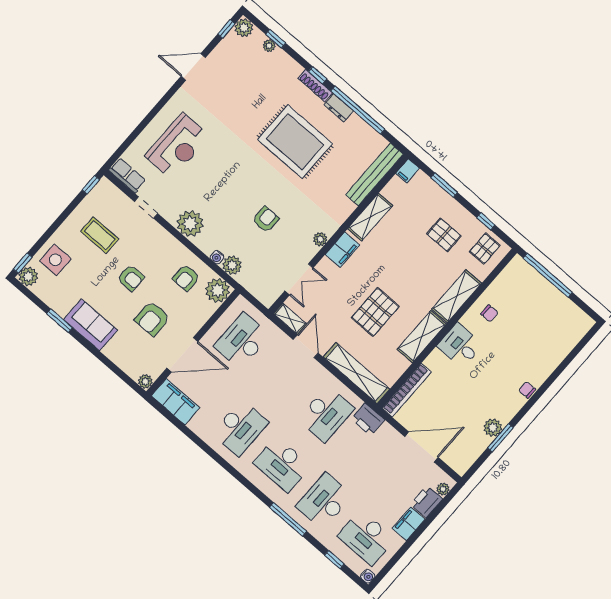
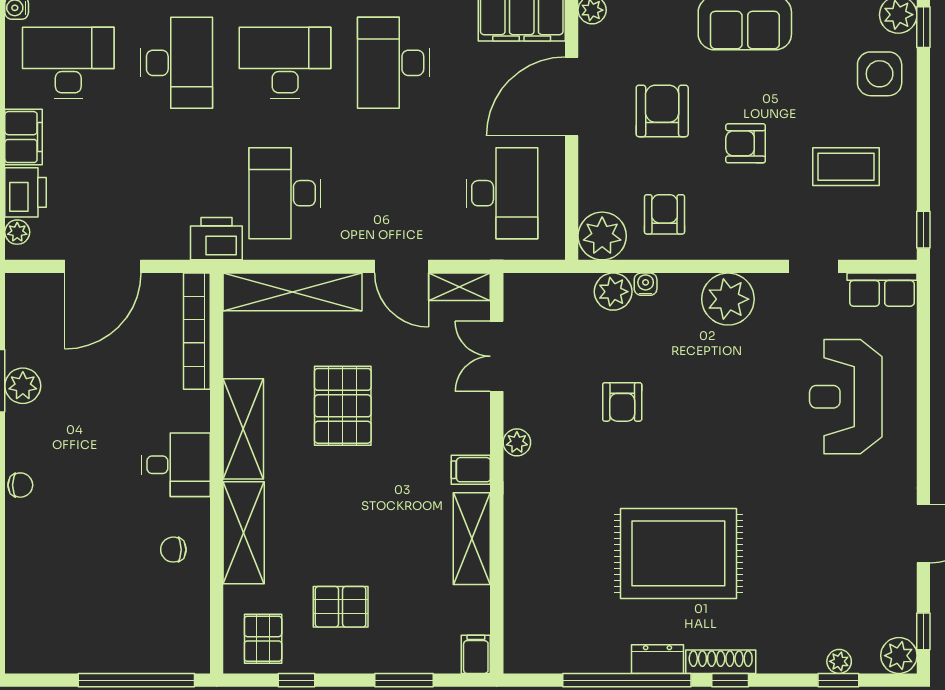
bench: (374, 174) -> (520, 607), removed
filing cabinet: (342, 250) -> (471, 470), width x0.50

